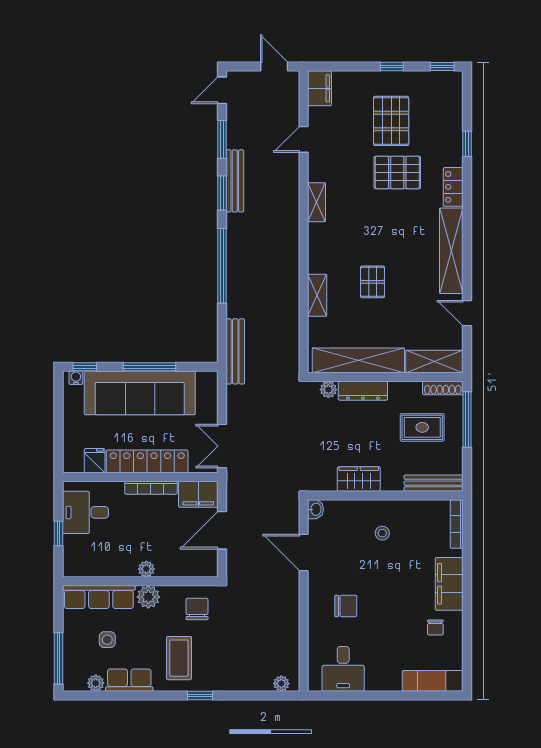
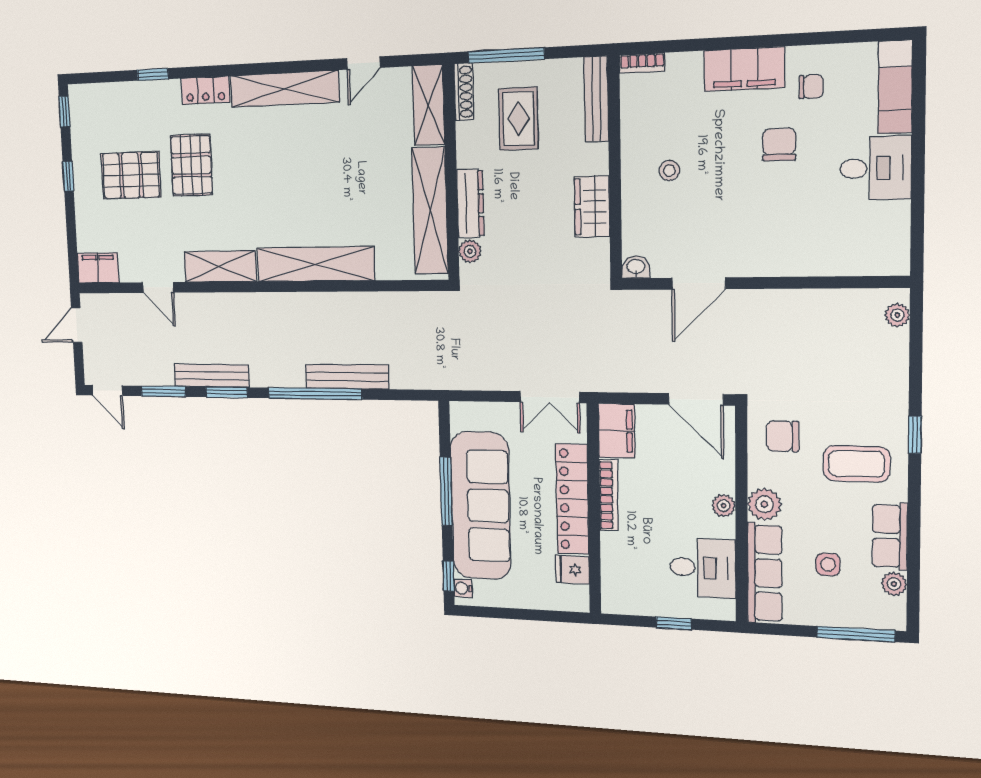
shelving: (317, 202) -> (220, 266), width x1.50, depth x1.33
pallet: (373, 282) -> (328, 194), removed
shelving: (317, 295) -> (315, 264), width x2.20, depth x1.33
bench: (235, 351) -> (347, 377), moved
desk: (86, 512) -> (703, 568), moved, turned -90
bookcase: (457, 524) -> (642, 63), width x0.64
door: (222, 530) -> (696, 399), moved
chair: (346, 606) -> (779, 145), moved
desk: (343, 669) -> (875, 168), moved

